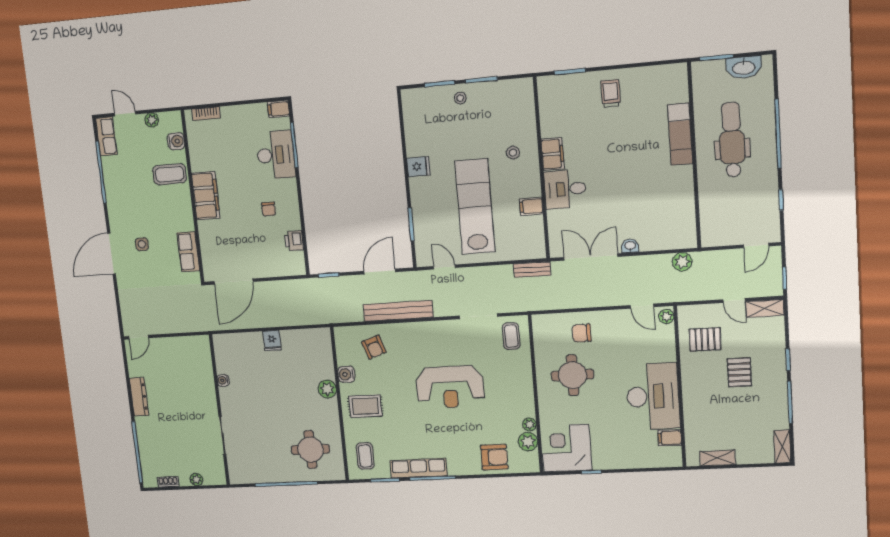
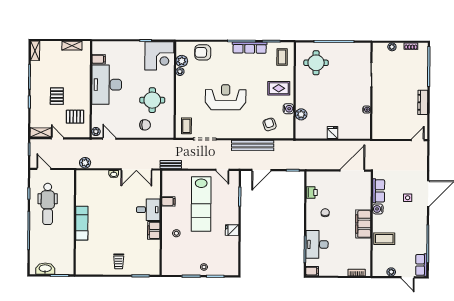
exam couch: (680, 134) -> (82, 223), moved
dental chair: (732, 140) -> (48, 204), moved
water cooler: (176, 141) -> (378, 209), moved
door: (756, 246) -> (44, 169), hinge flipped
plant: (327, 389) -> (301, 114), moved

